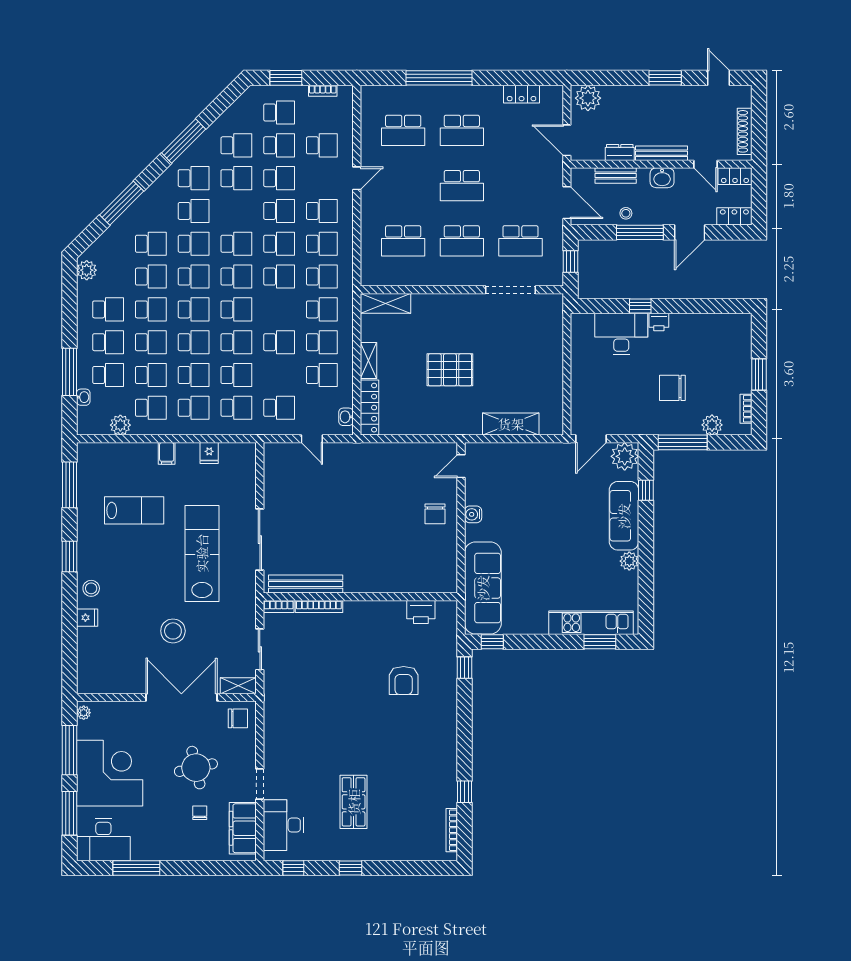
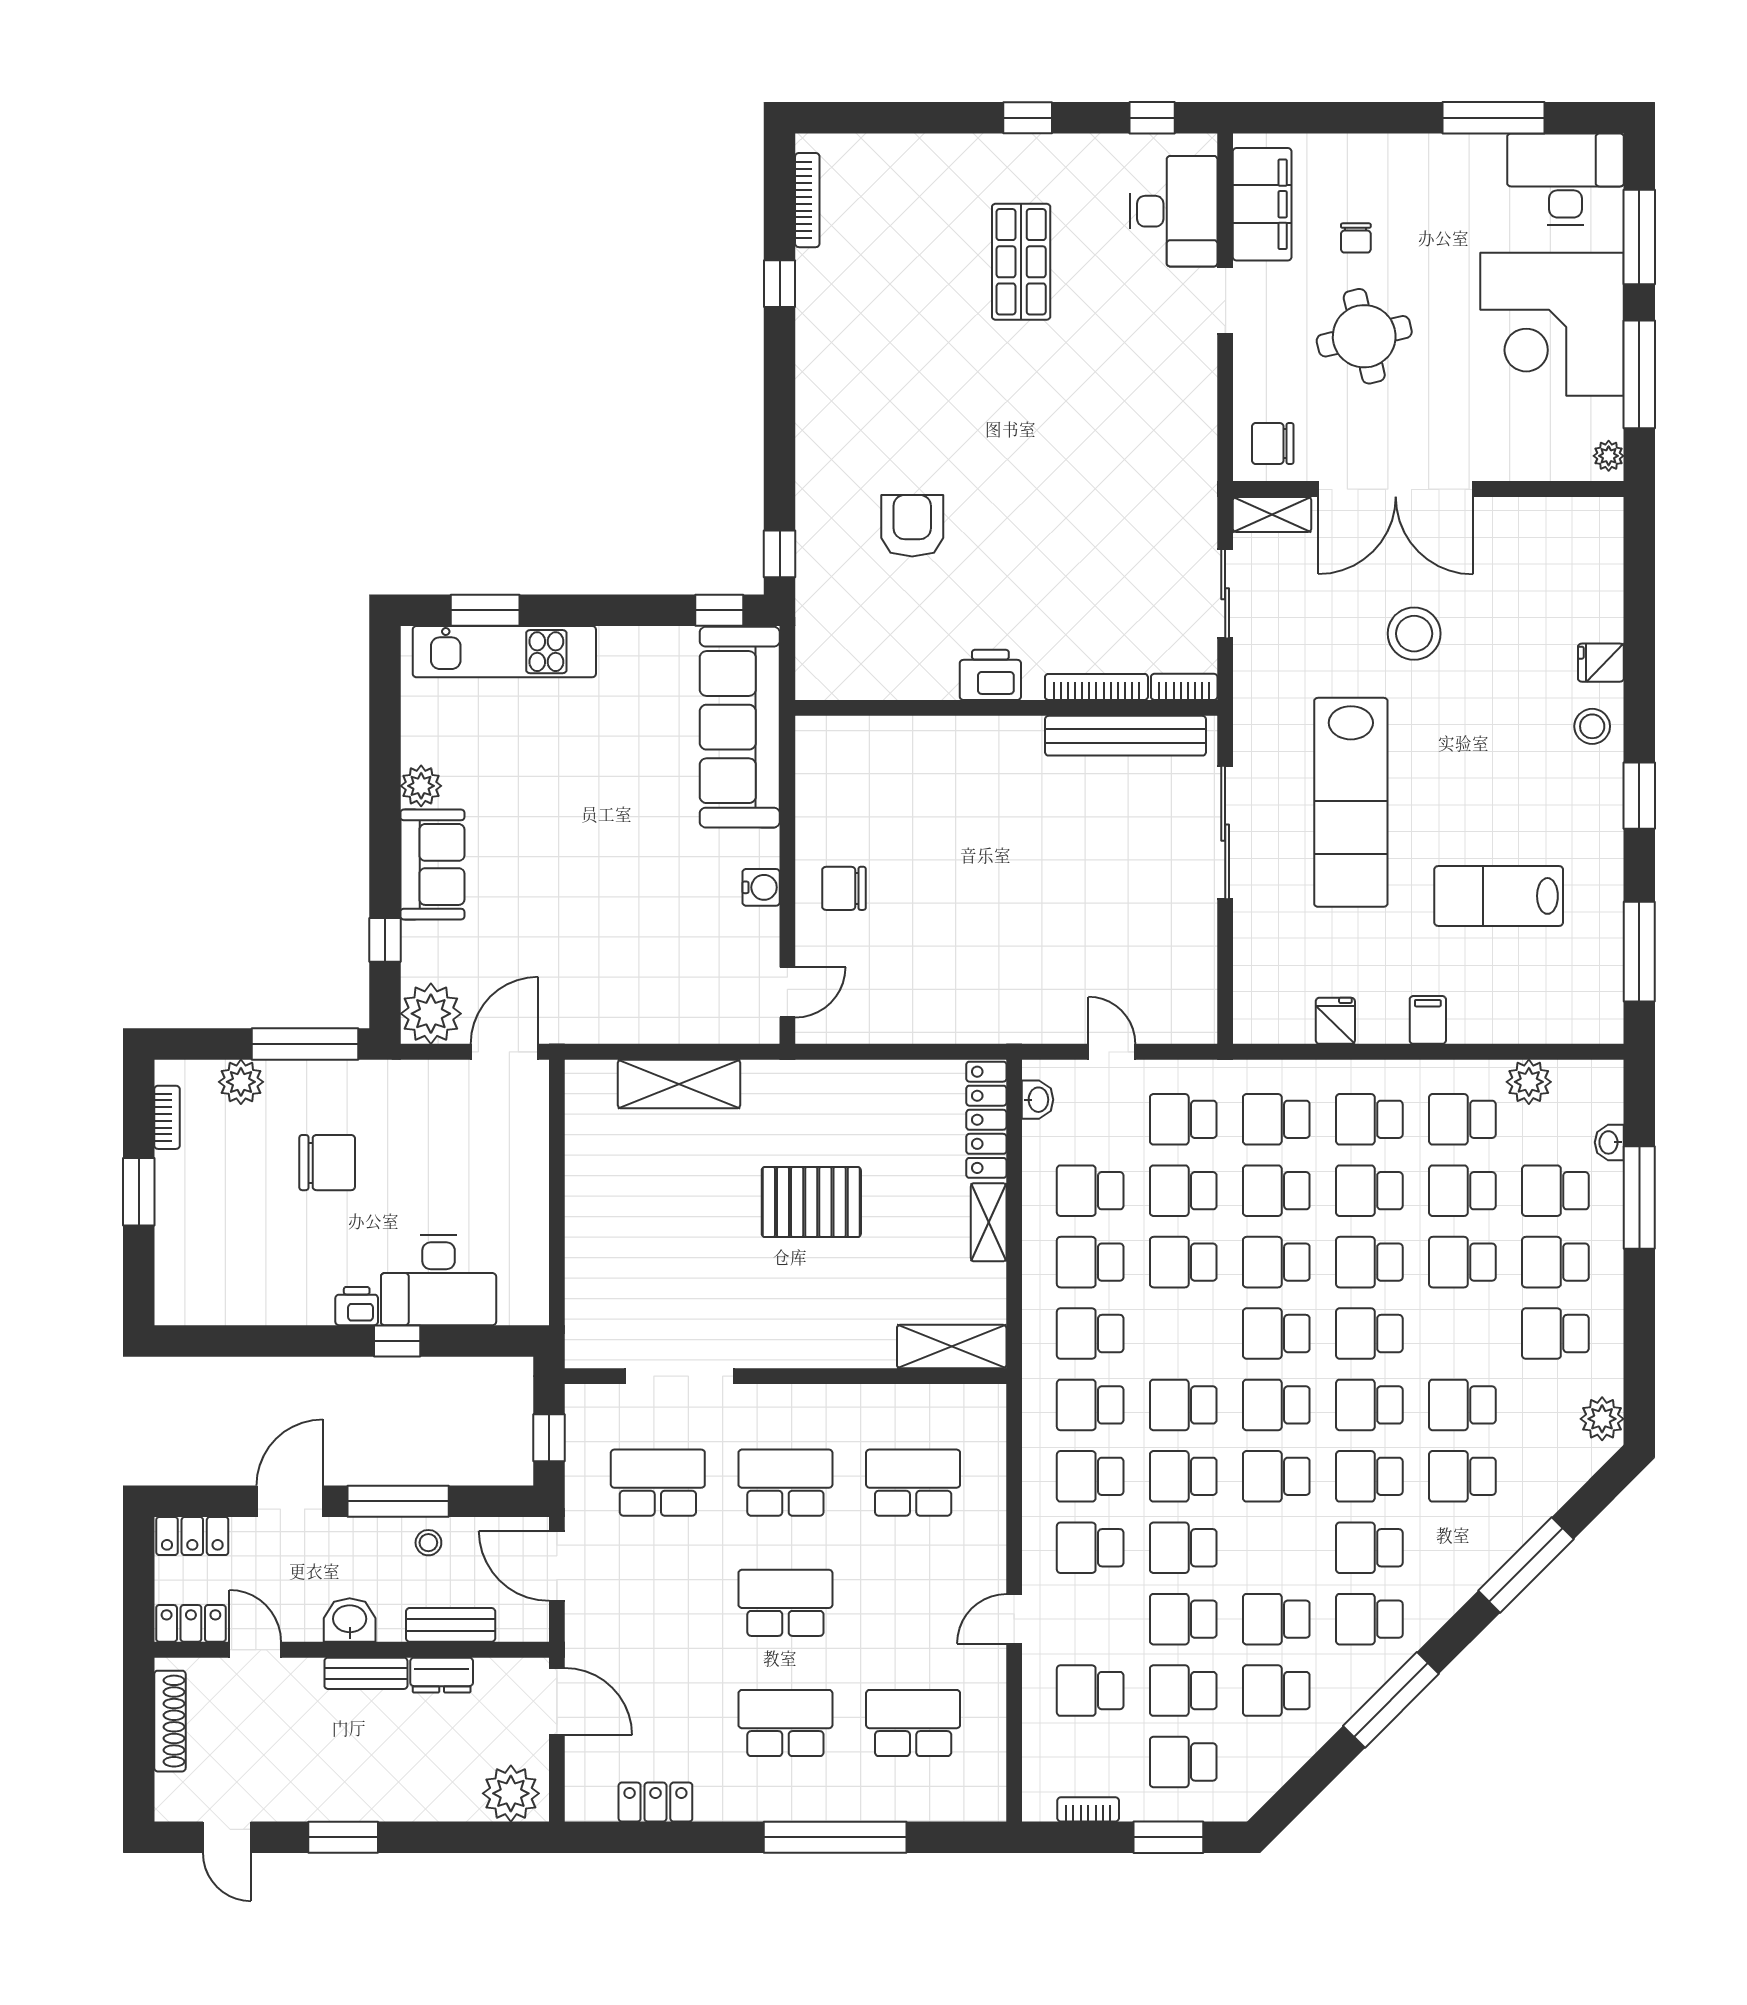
bench: (661, 153) -> (366, 1673), width x0.73
school desk: (151, 309) -> (1183, 1191), moved
chair: (435, 514) -> (844, 888), turned -90
sofa: (624, 516) -> (432, 864), width x0.73
printer: (421, 612) -> (990, 675), moved

